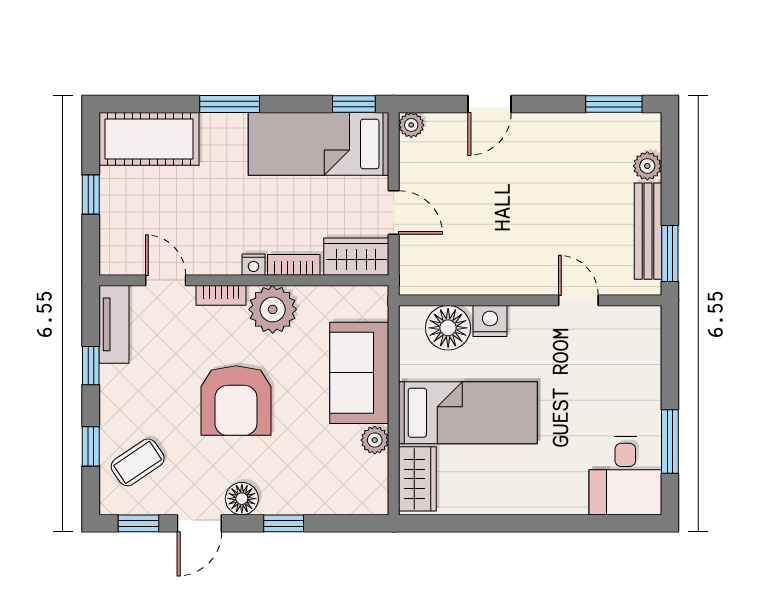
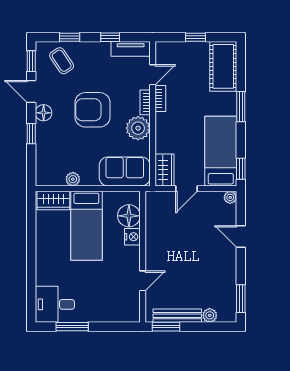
nightstand: (254, 265) -> (160, 119), removed
bookcase: (294, 265) -> (160, 98), moved
sofa: (359, 373) -> (125, 171), moved

